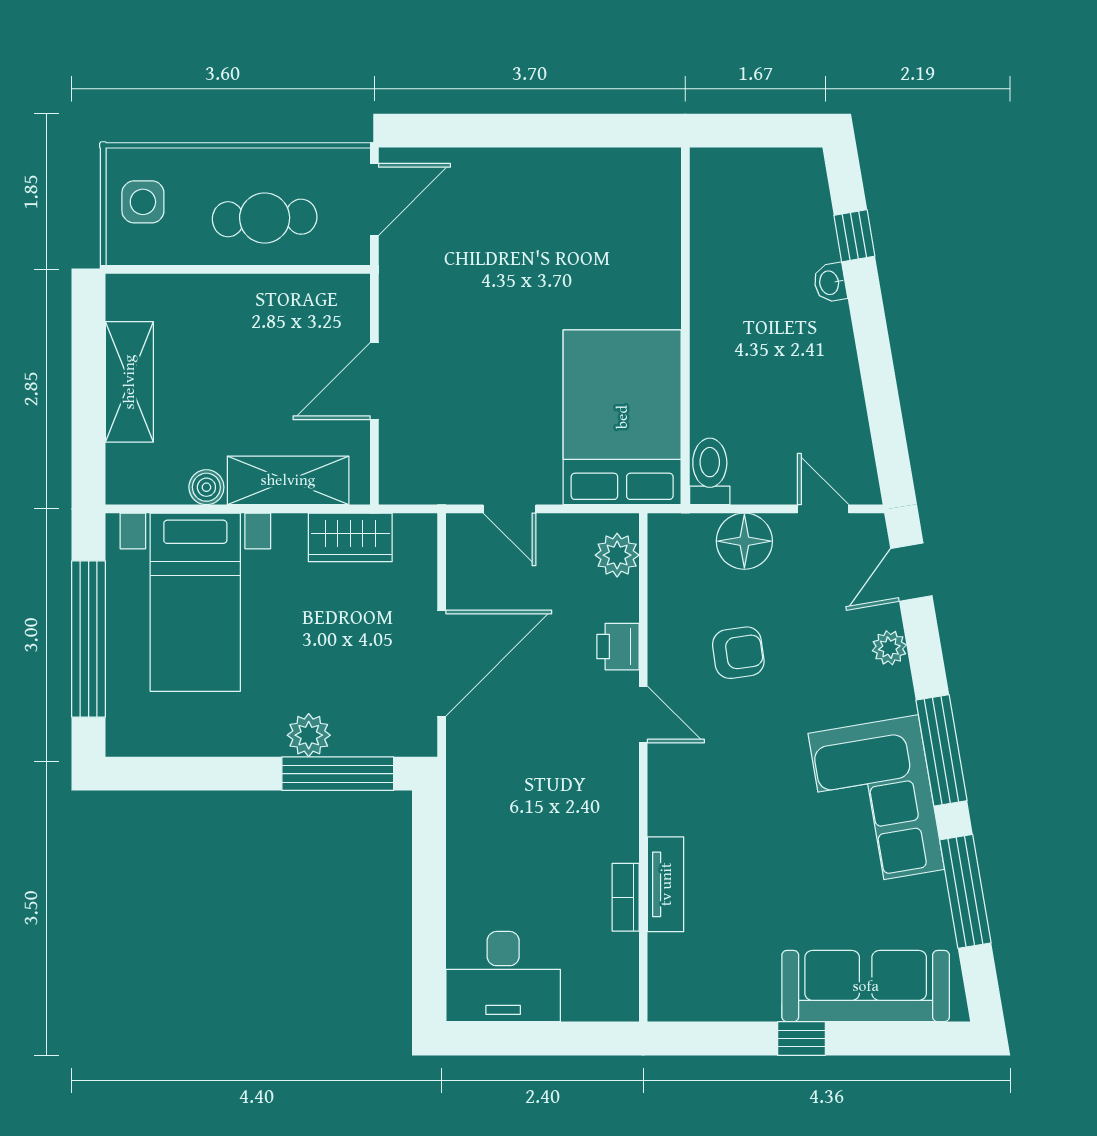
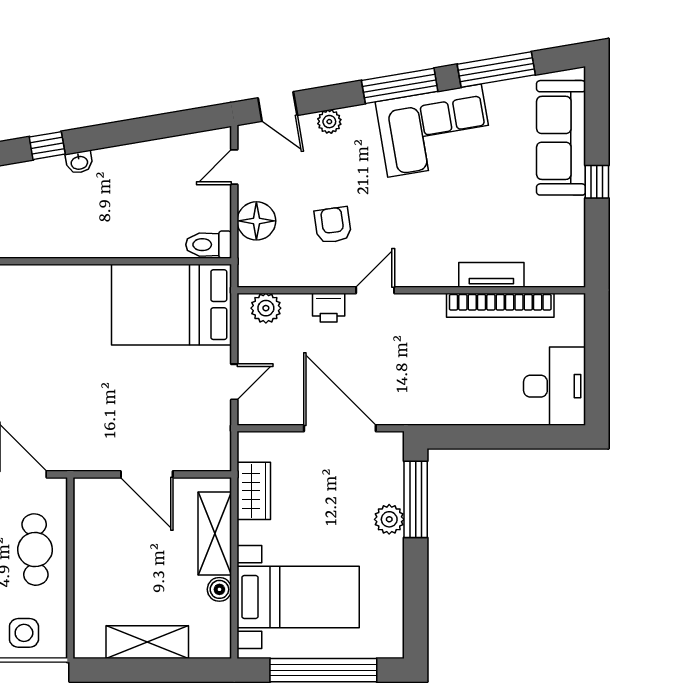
bookcase: (626, 897) -> (500, 305), width x2.31, depth x1.31

